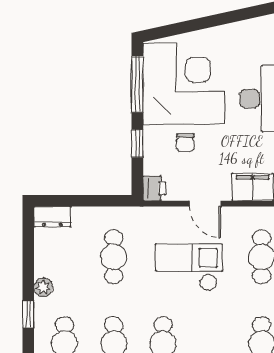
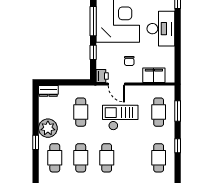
chair: (185, 143) -> (129, 61), moved
door: (205, 204) -> (116, 84), moved
plant: (43, 287) -> (48, 128), width x1.88, depth x1.88

